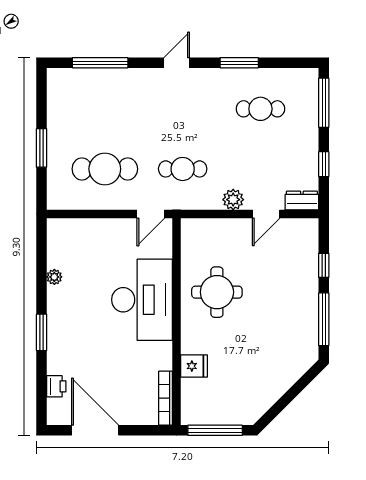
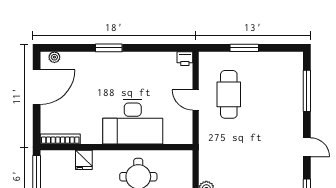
cafe table: (183, 169) -> (229, 152), removed
door: (151, 214) -> (196, 100), moved
plant: (54, 277) -> (54, 57), moved
printer: (56, 386) -> (185, 59), moved

